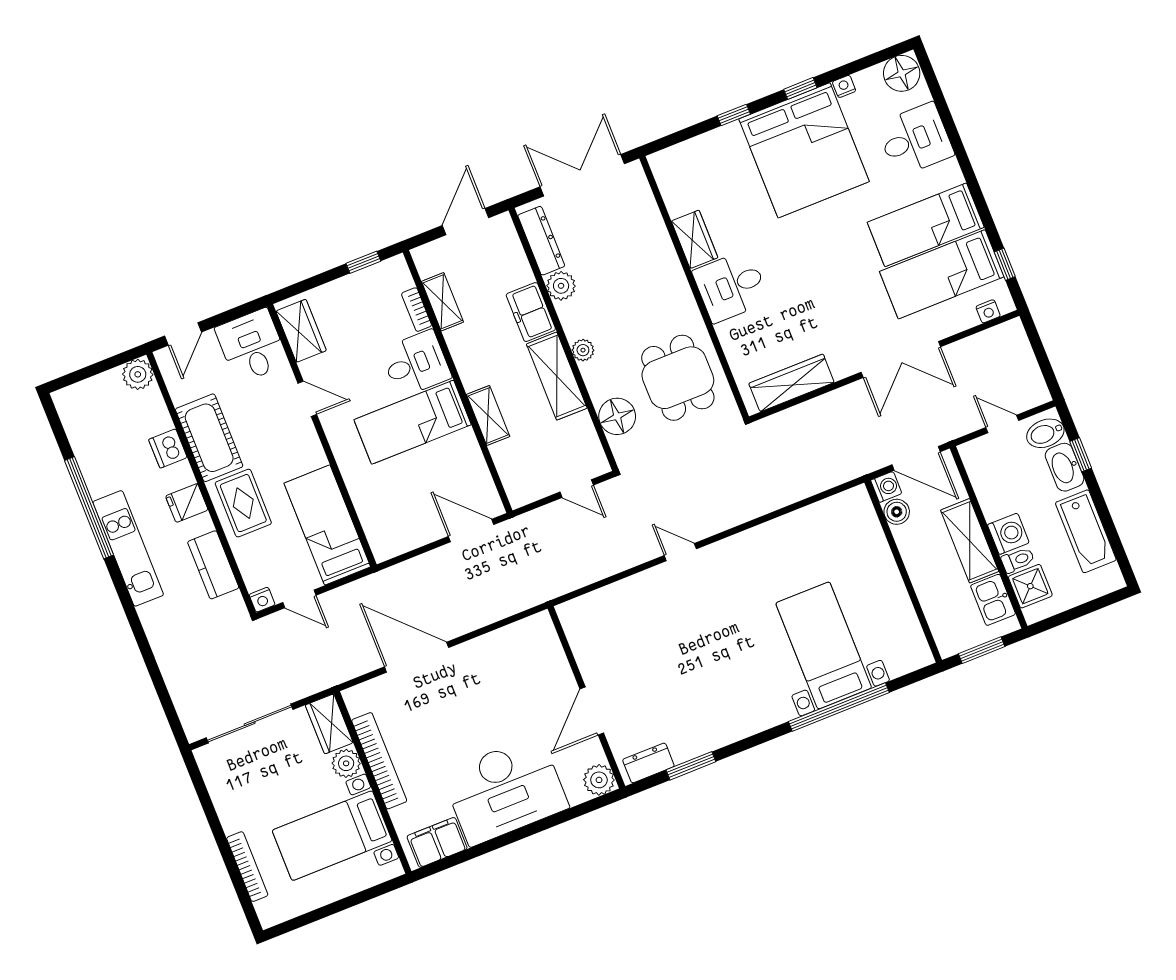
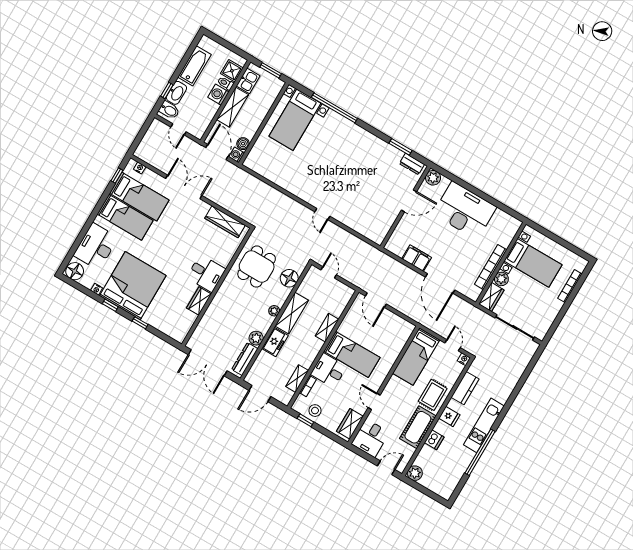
desk: (915, 140) -> (96, 247), width x1.37
stool: (367, 290) -> (315, 411), added
bed with nightstands: (824, 645) -> (295, 120), moved
filing cabinet: (437, 842) -> (417, 258), moved, turned 180

